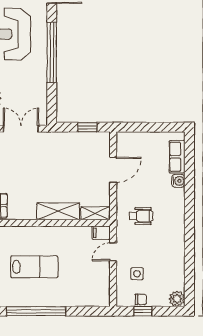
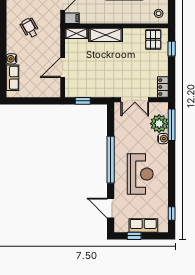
wheelchair: (141, 216) -> (30, 28), moved, turned 60

